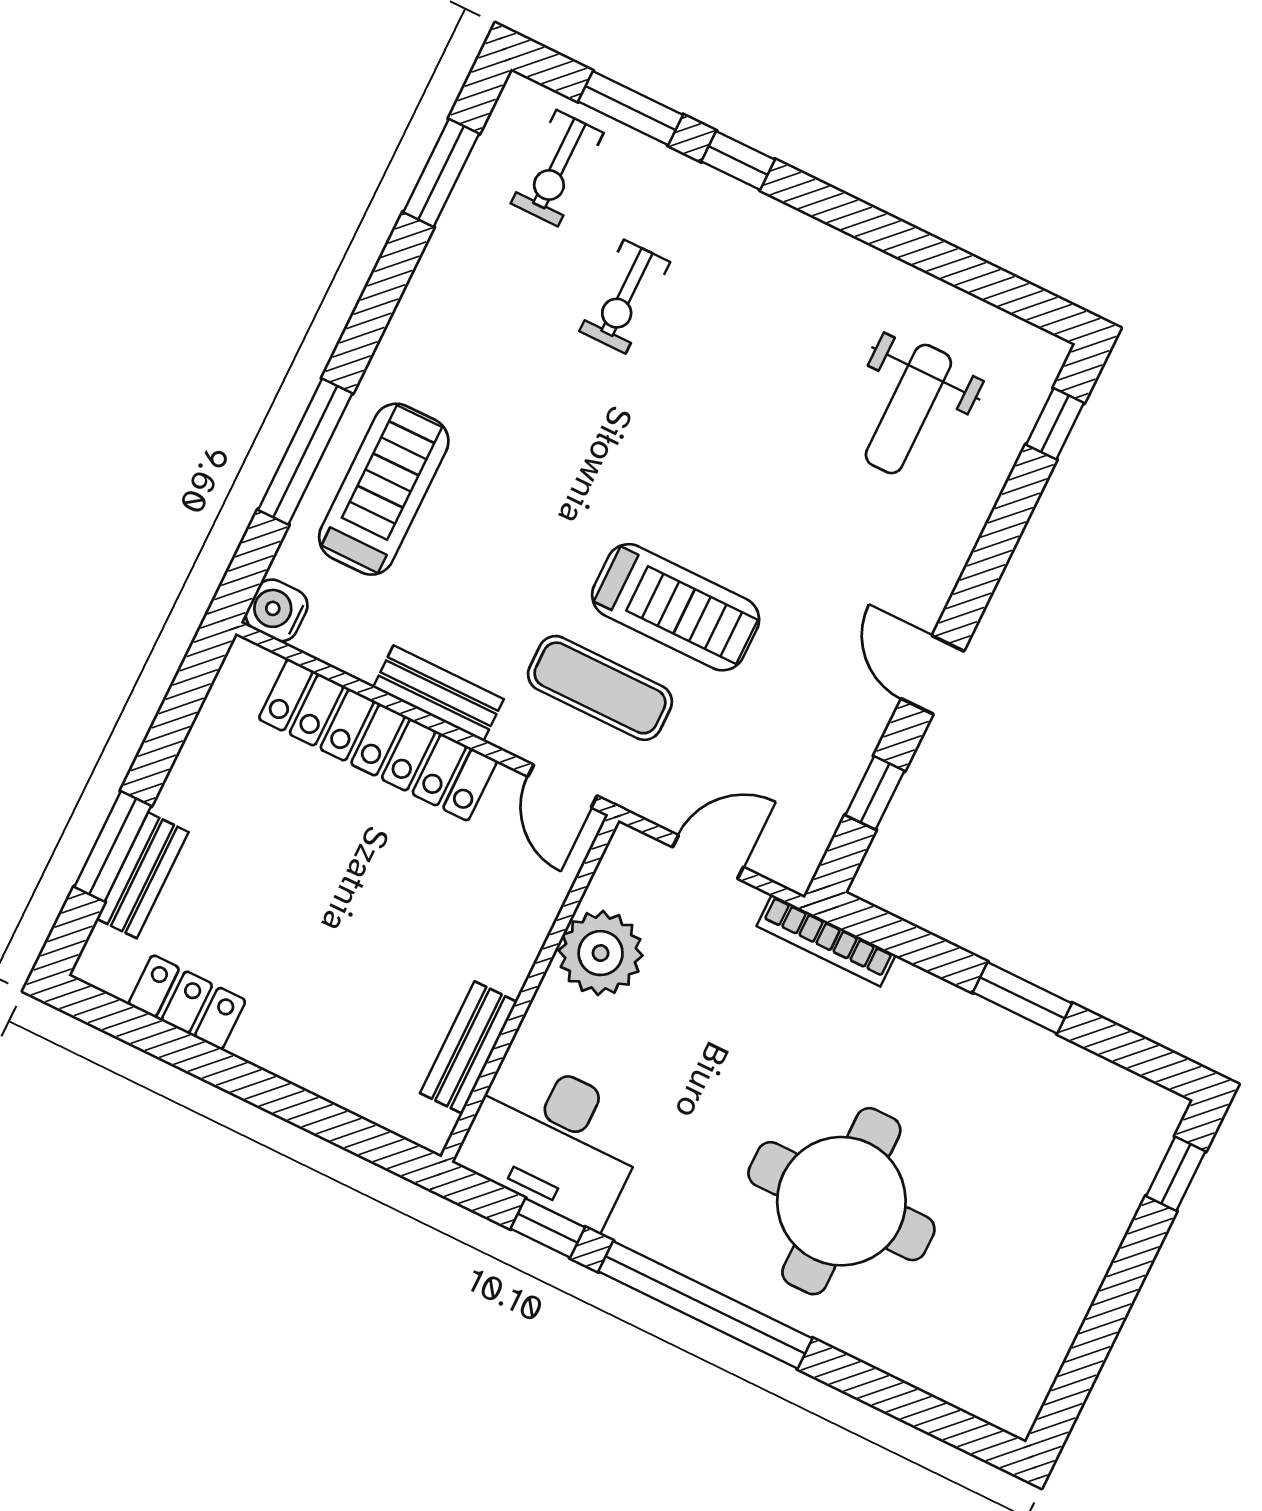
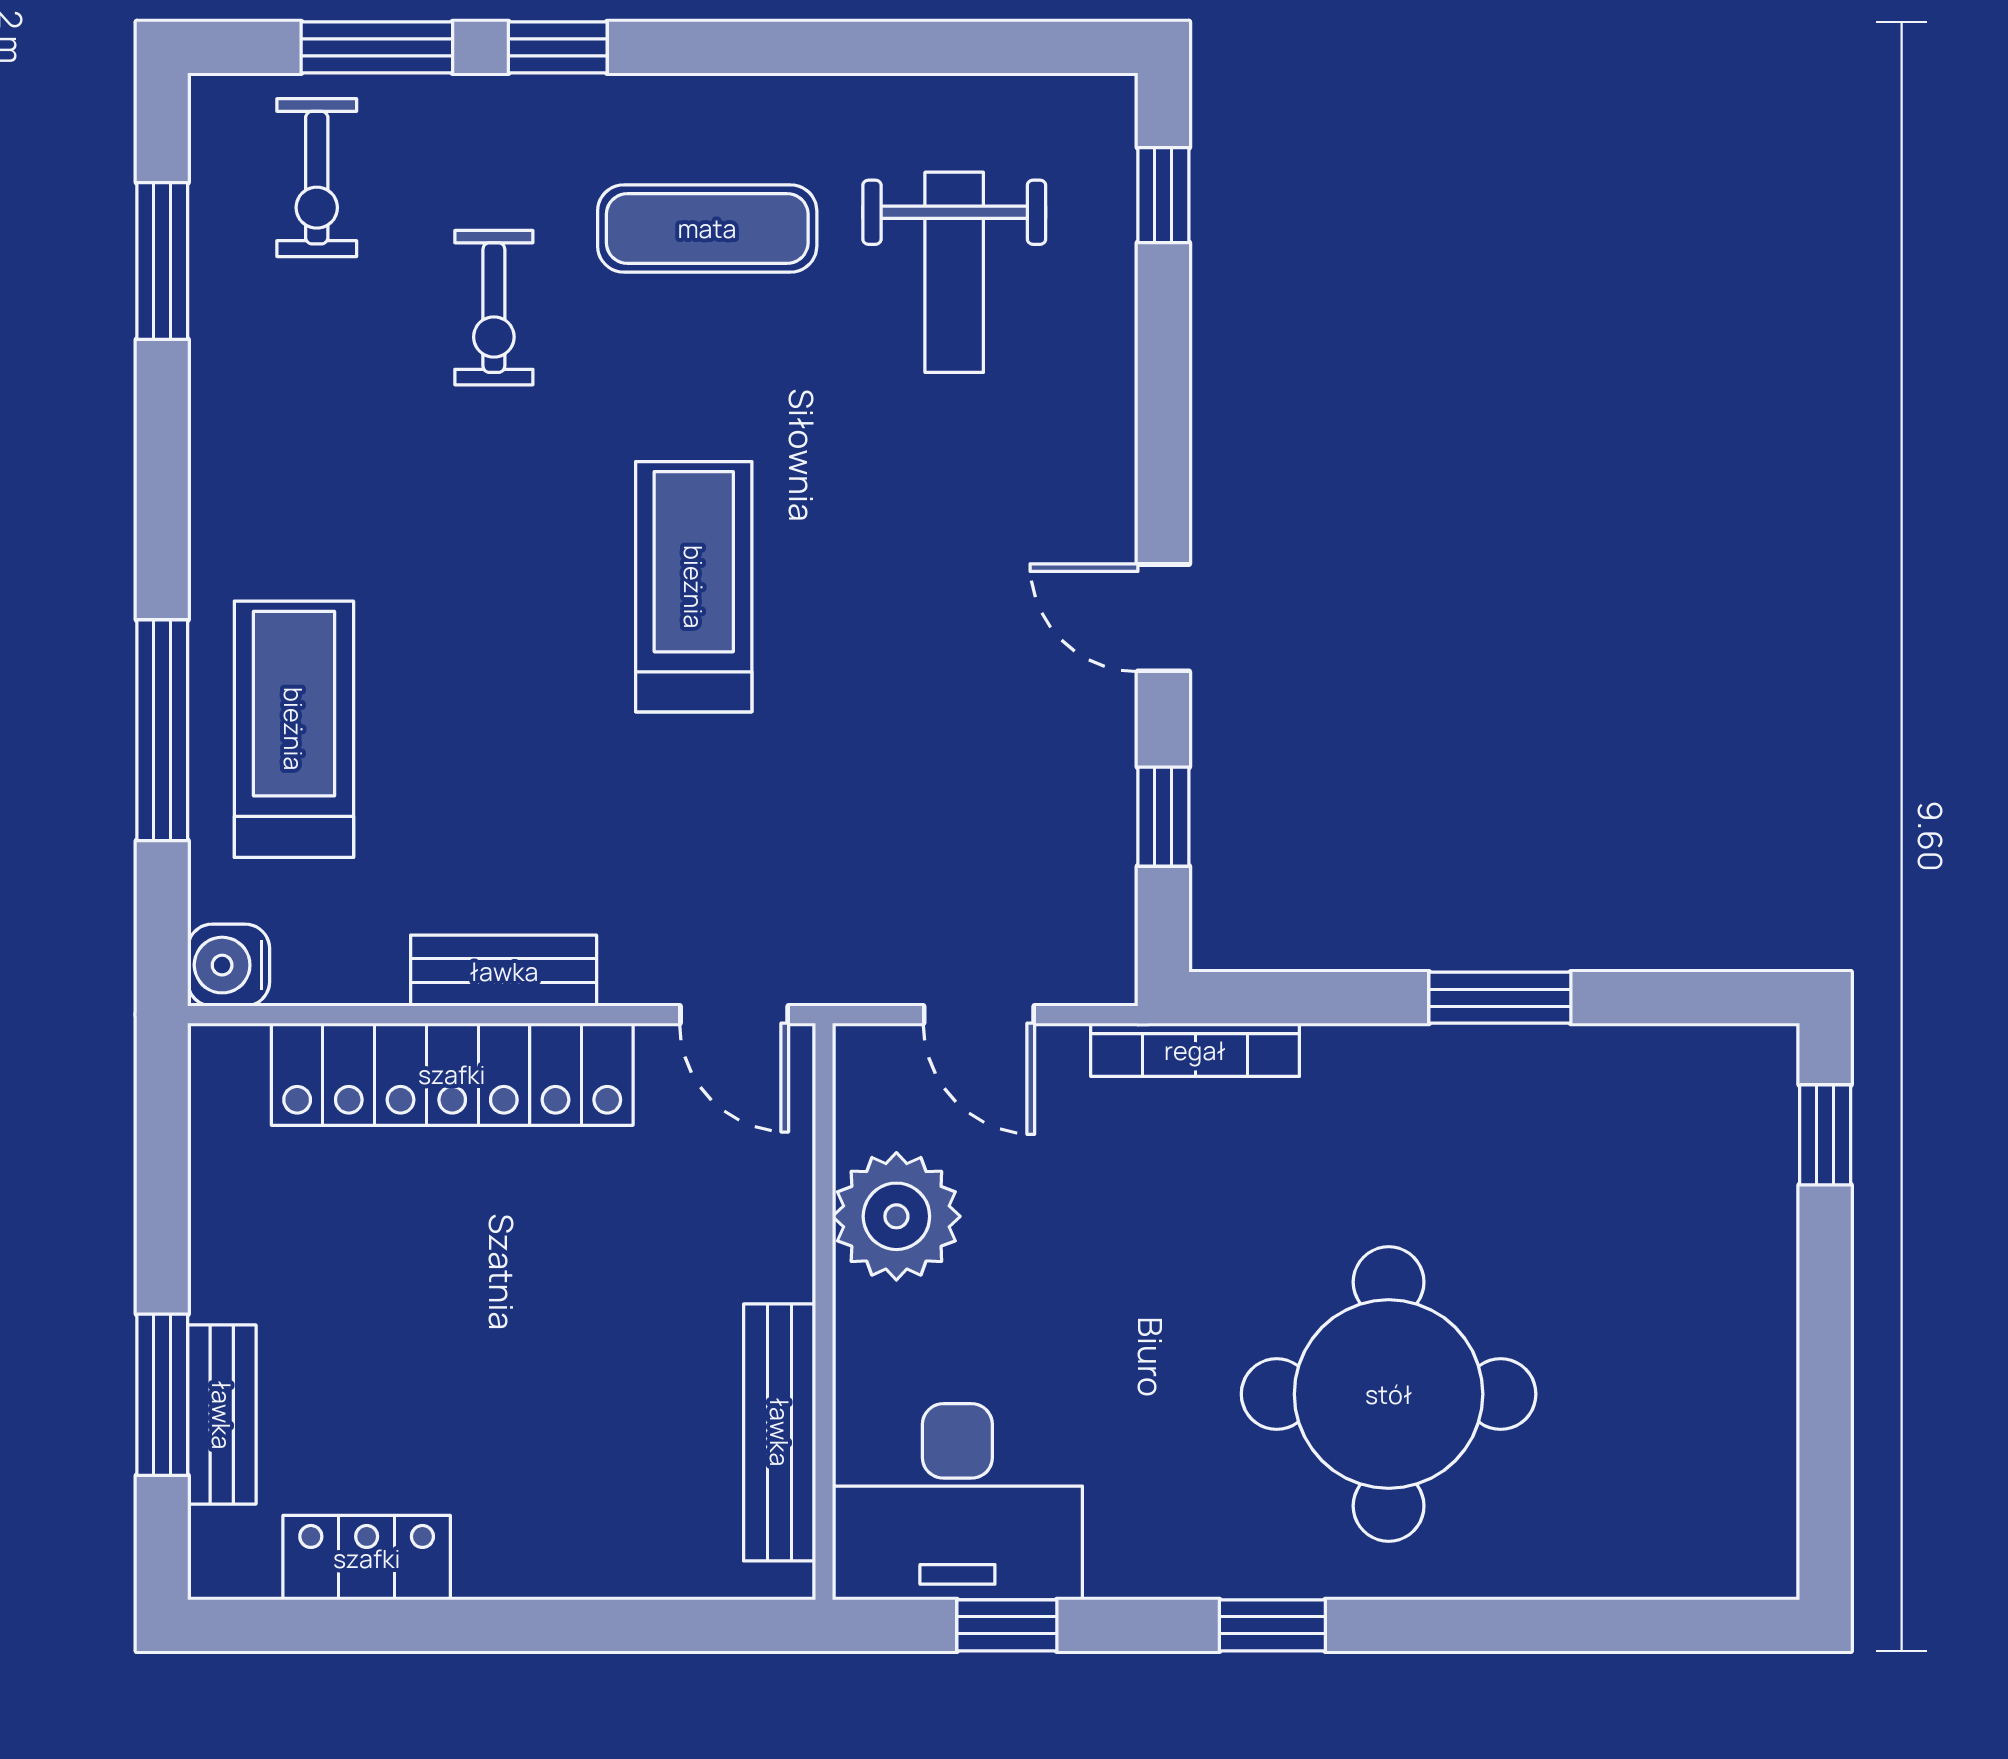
treadmill: (676, 607) -> (694, 587), moved, turned -90
exercise mat: (600, 688) -> (707, 228), moved
door: (708, 857) -> (979, 1015), swing flipped
bench: (469, 1048) -> (780, 1432), width x1.36
window: (705, 1305) -> (1272, 1625), width x0.32

